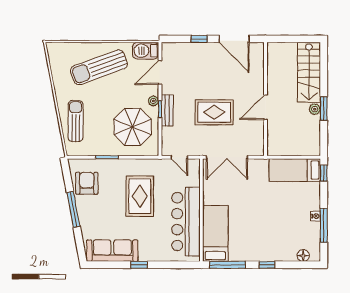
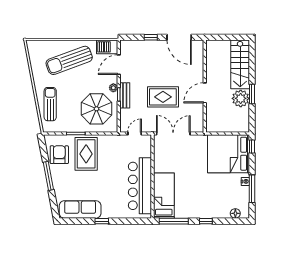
plant: (315, 109) -> (241, 98), width x1.88, depth x1.88
door: (179, 157) -> (135, 133), swing flipped
double door: (227, 157) -> (173, 133), swing flipped
bed: (295, 170) -> (228, 154), width x2.04
rug: (140, 196) -> (86, 154), moved

